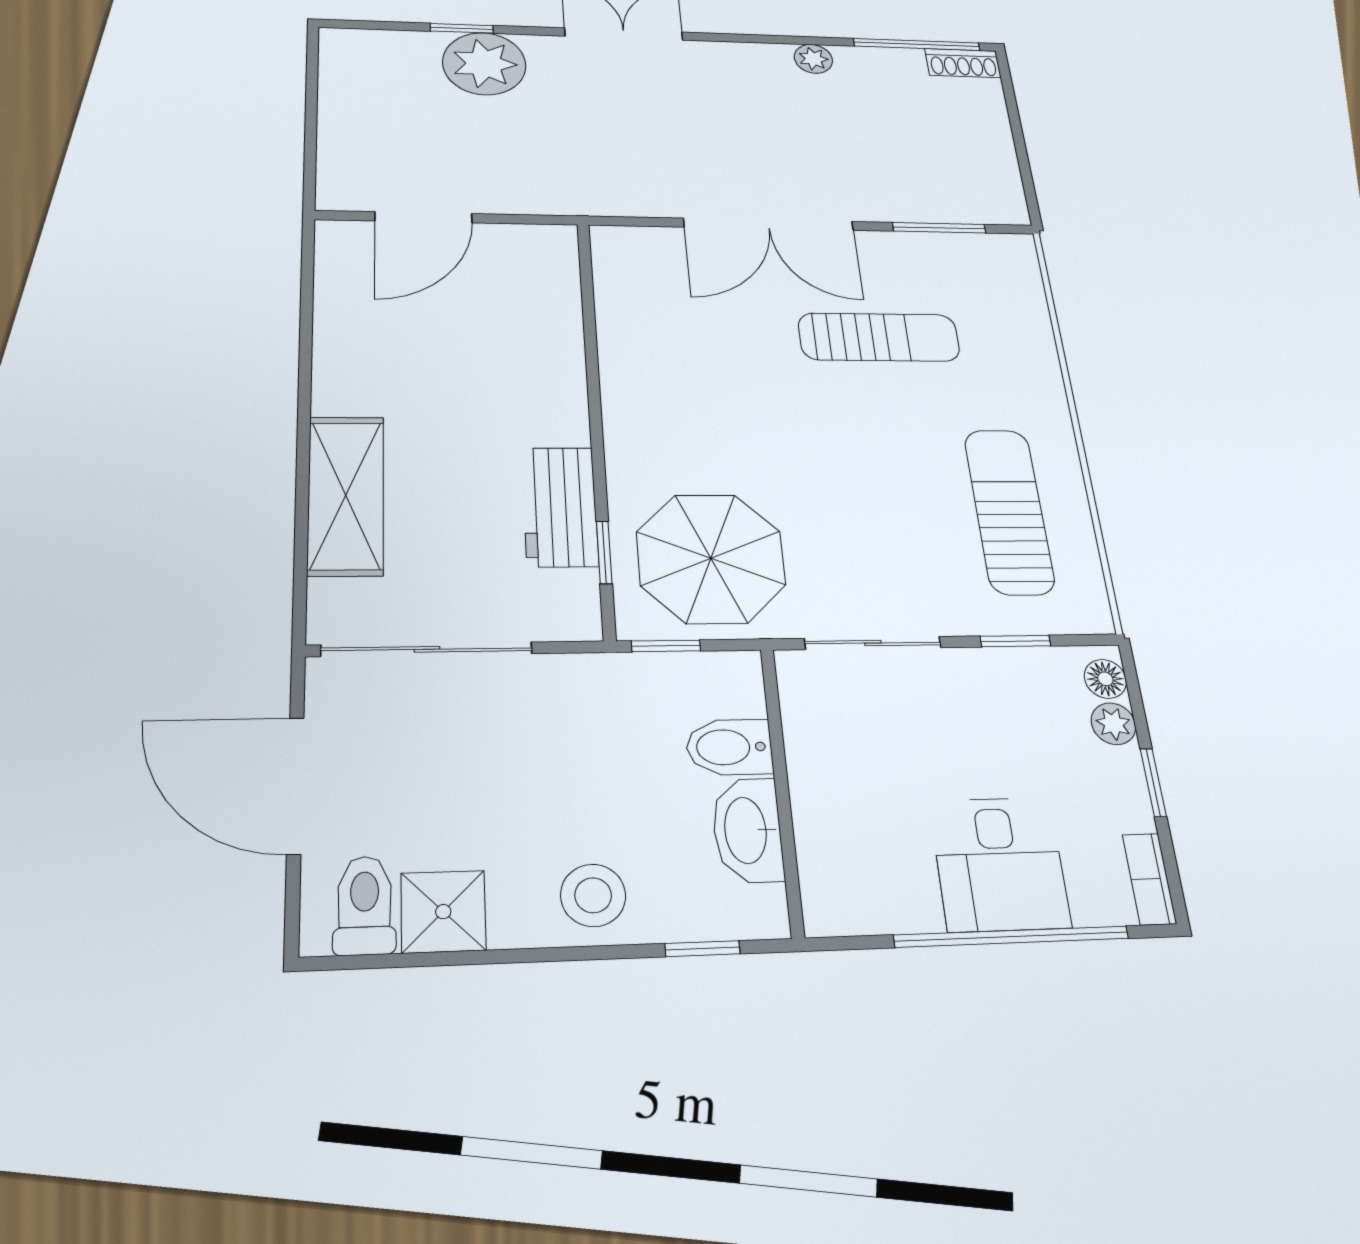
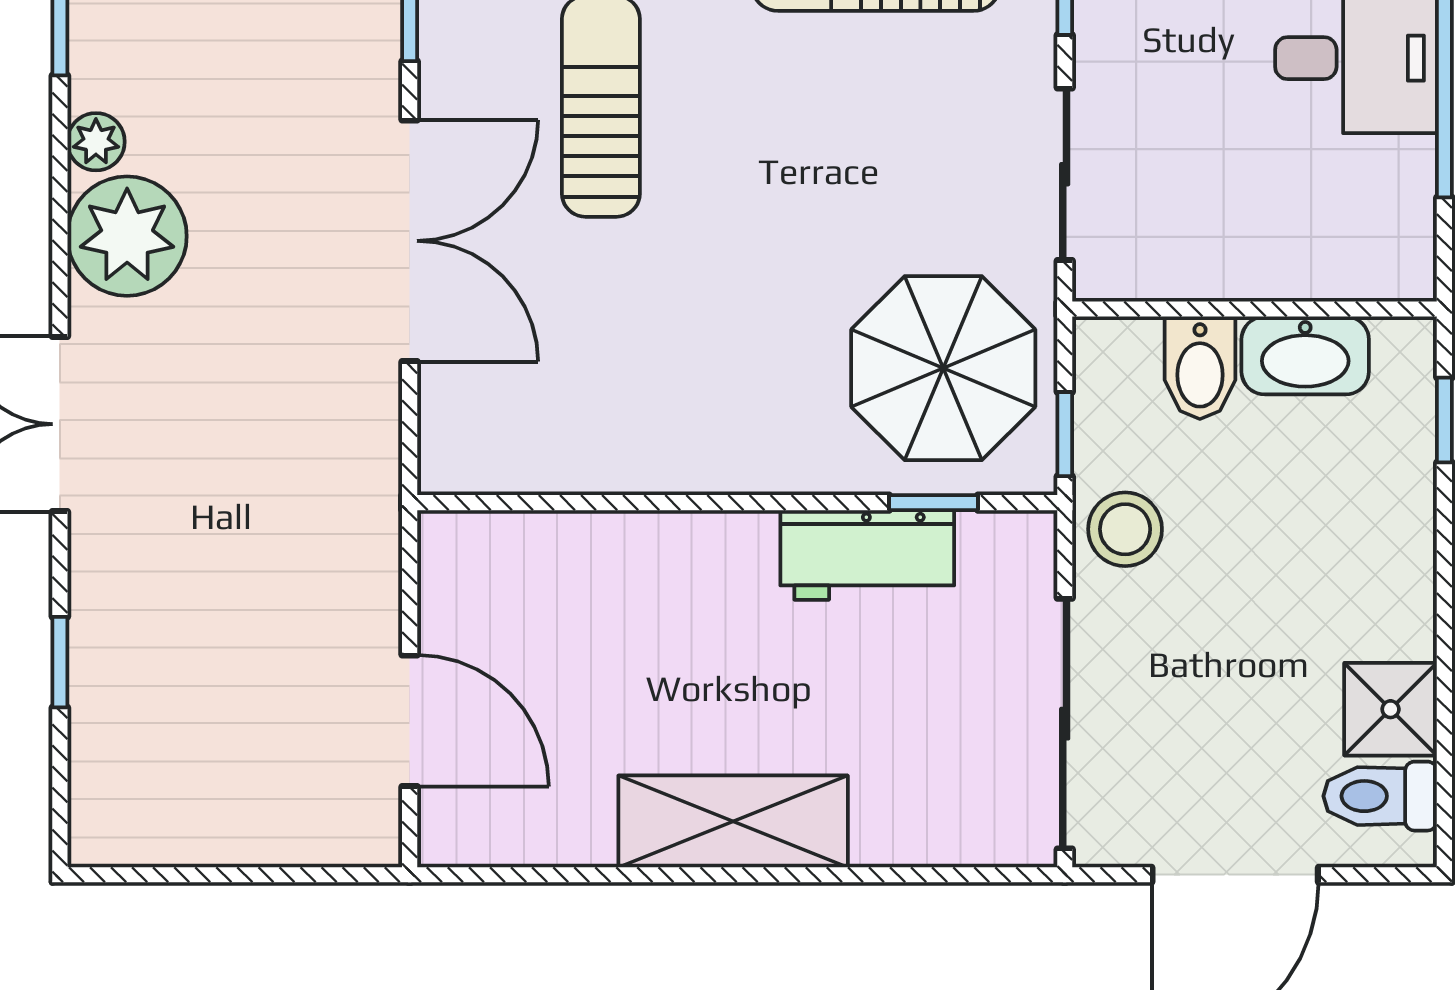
plant: (484, 64) -> (127, 236), moved
shelving: (346, 495) -> (733, 821), moved
stool: (593, 895) -> (1125, 529), moved

